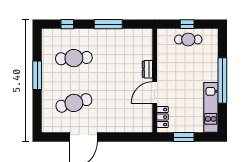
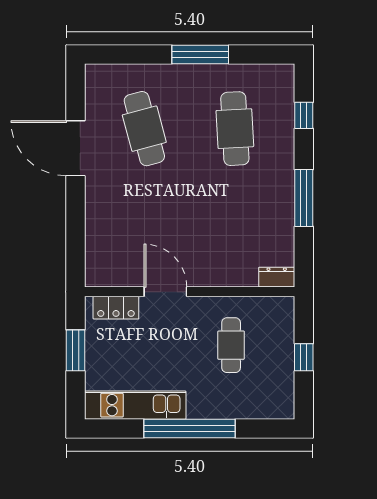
cafe table: (188, 39) -> (231, 345), moved
dresser: (147, 69) -> (277, 277), moved

